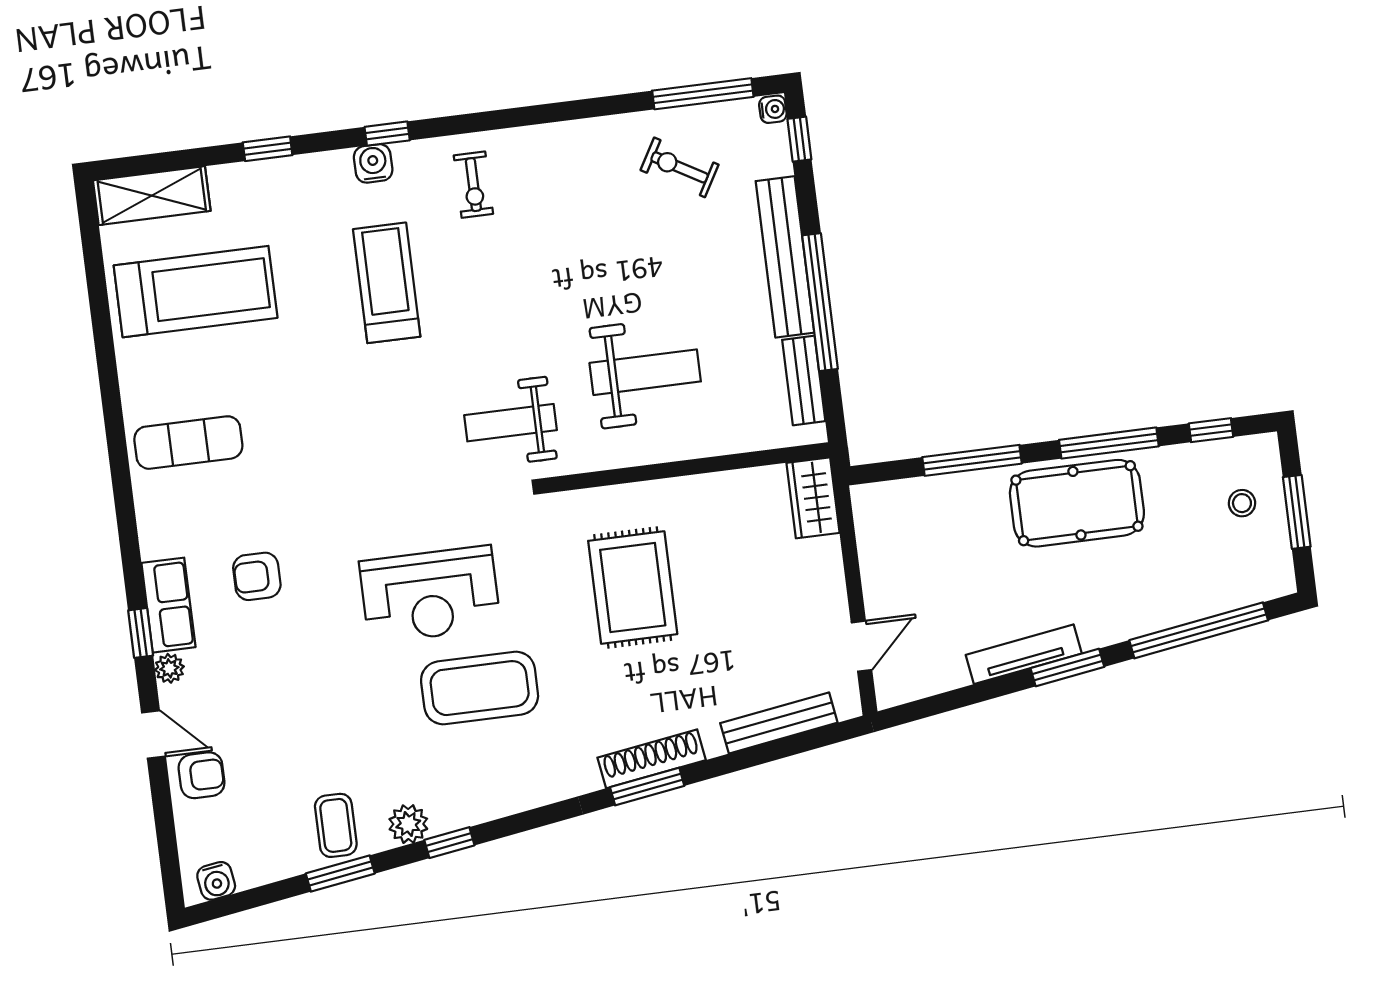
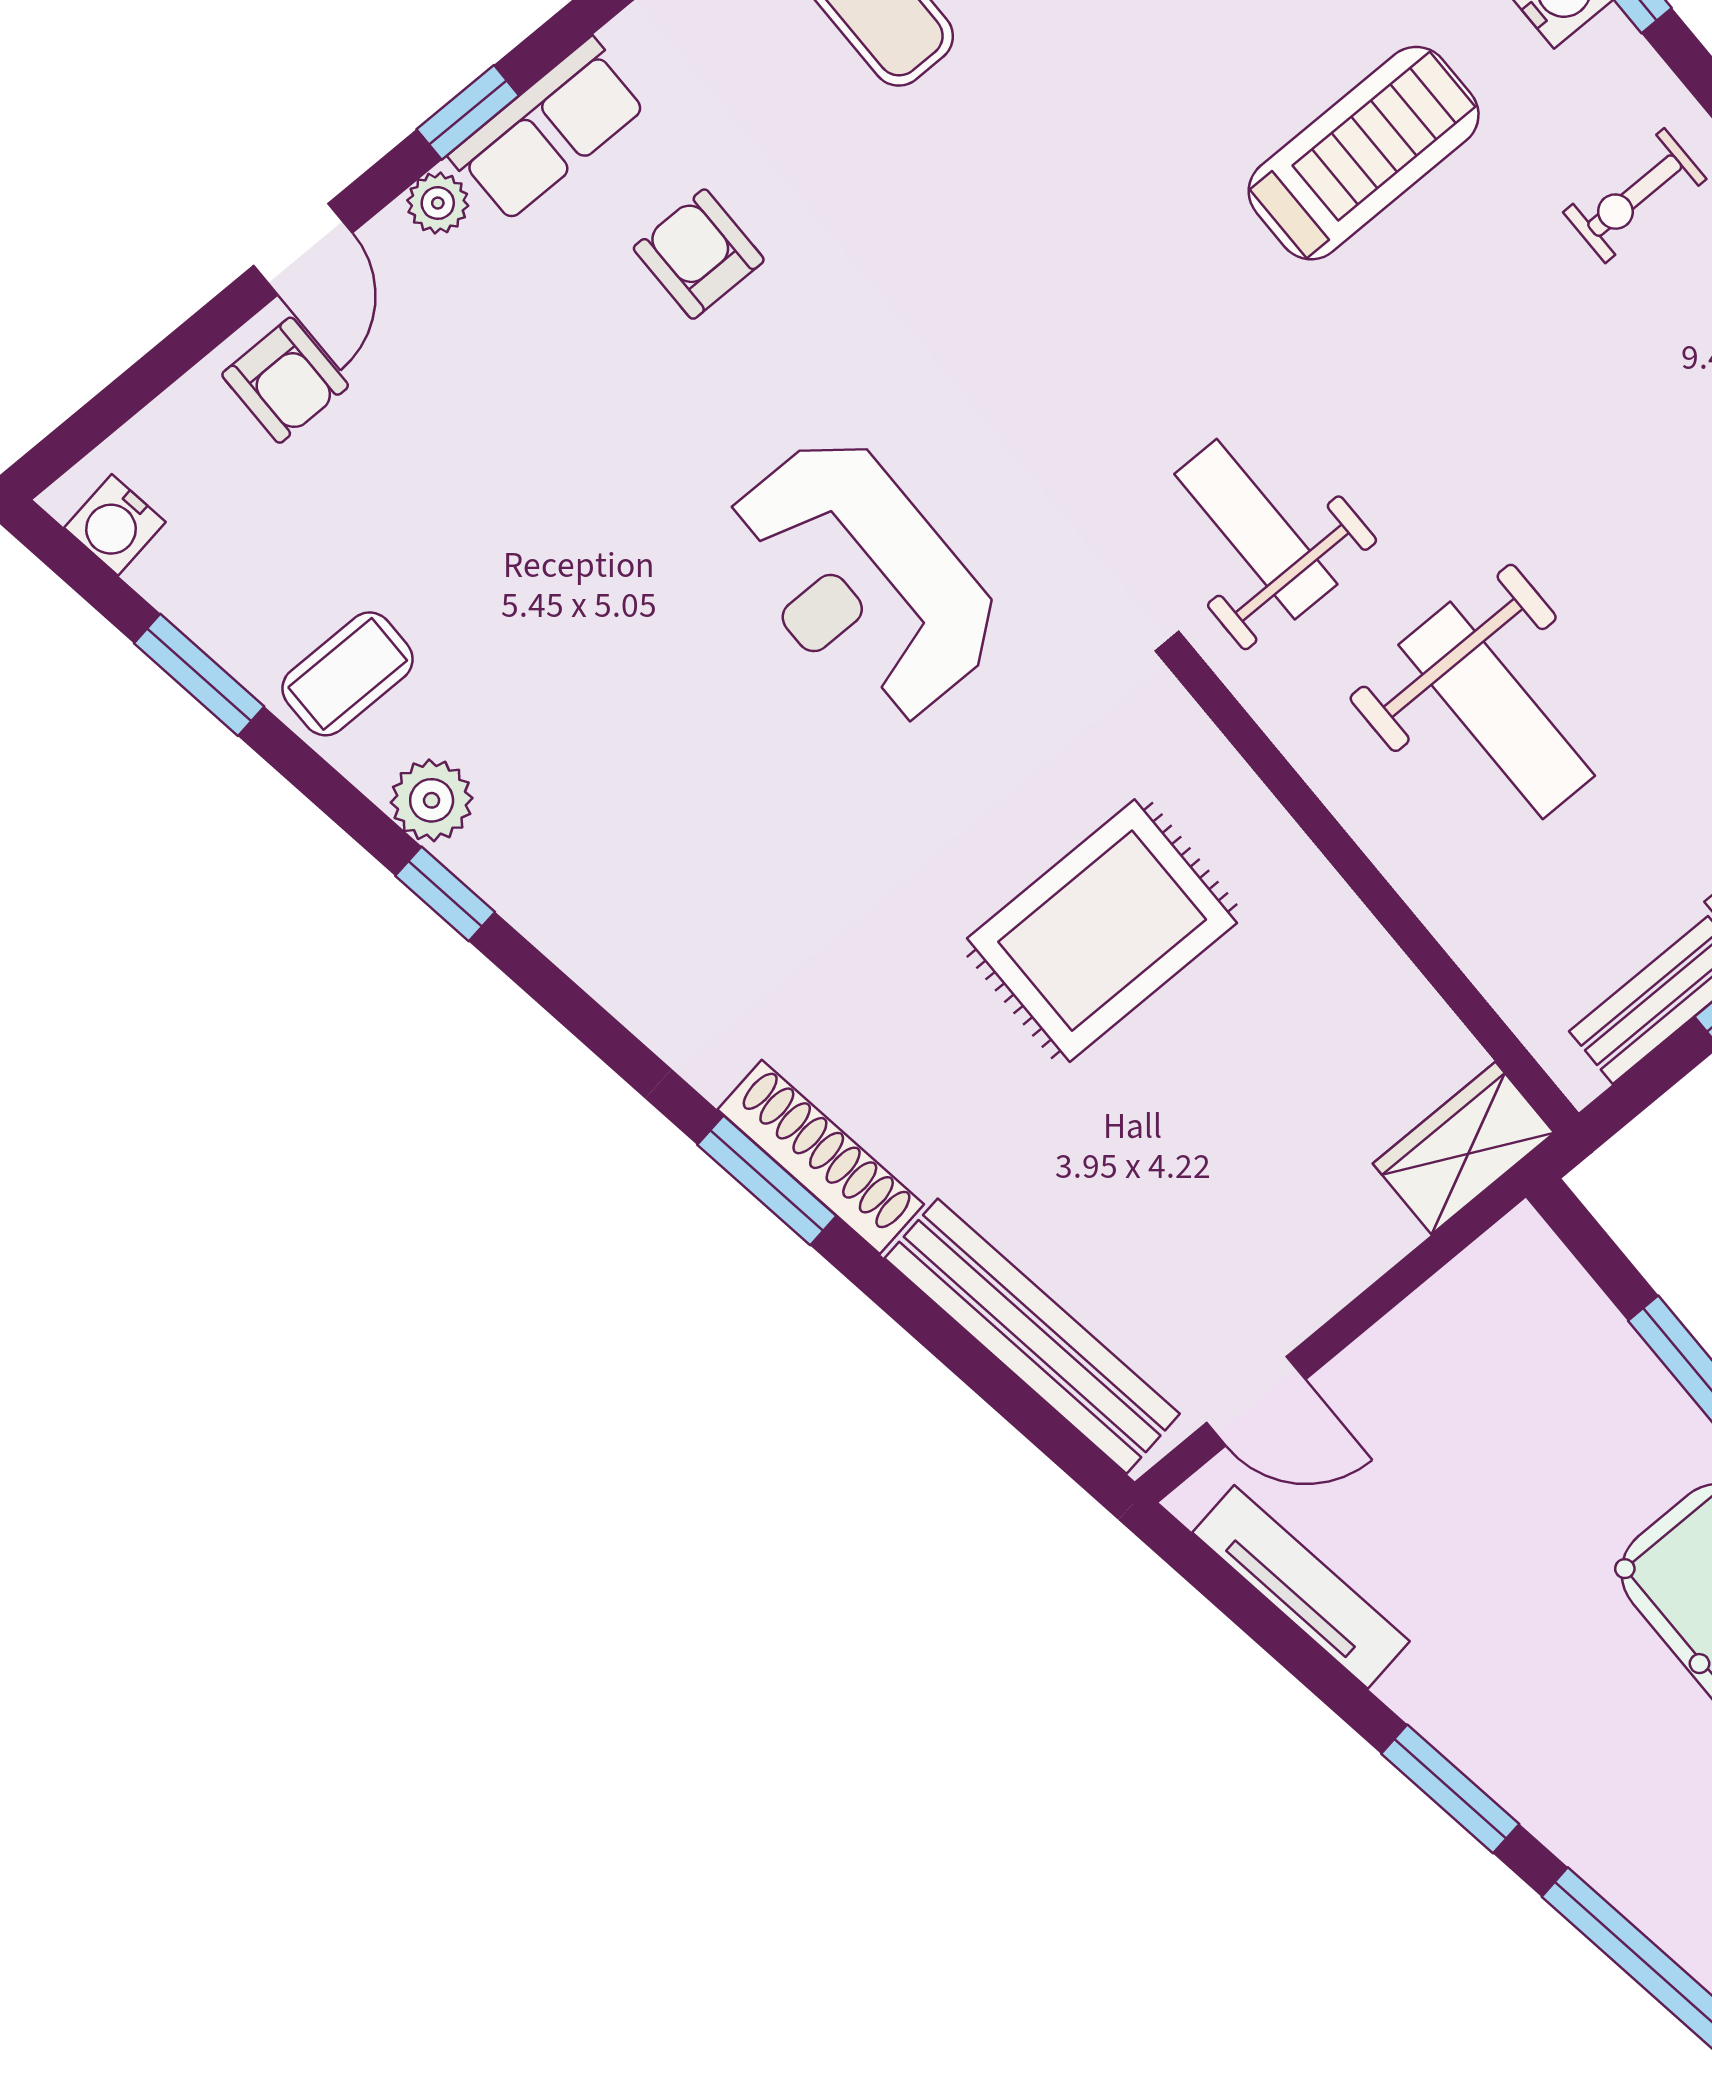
tv unit: (1024, 654) -> (1301, 1587), moved
coffee table: (480, 688) -> (752, 773), removed
bench: (779, 723) -> (1032, 1336), width x1.37, depth x1.21
window: (340, 873) -> (199, 675), moved

